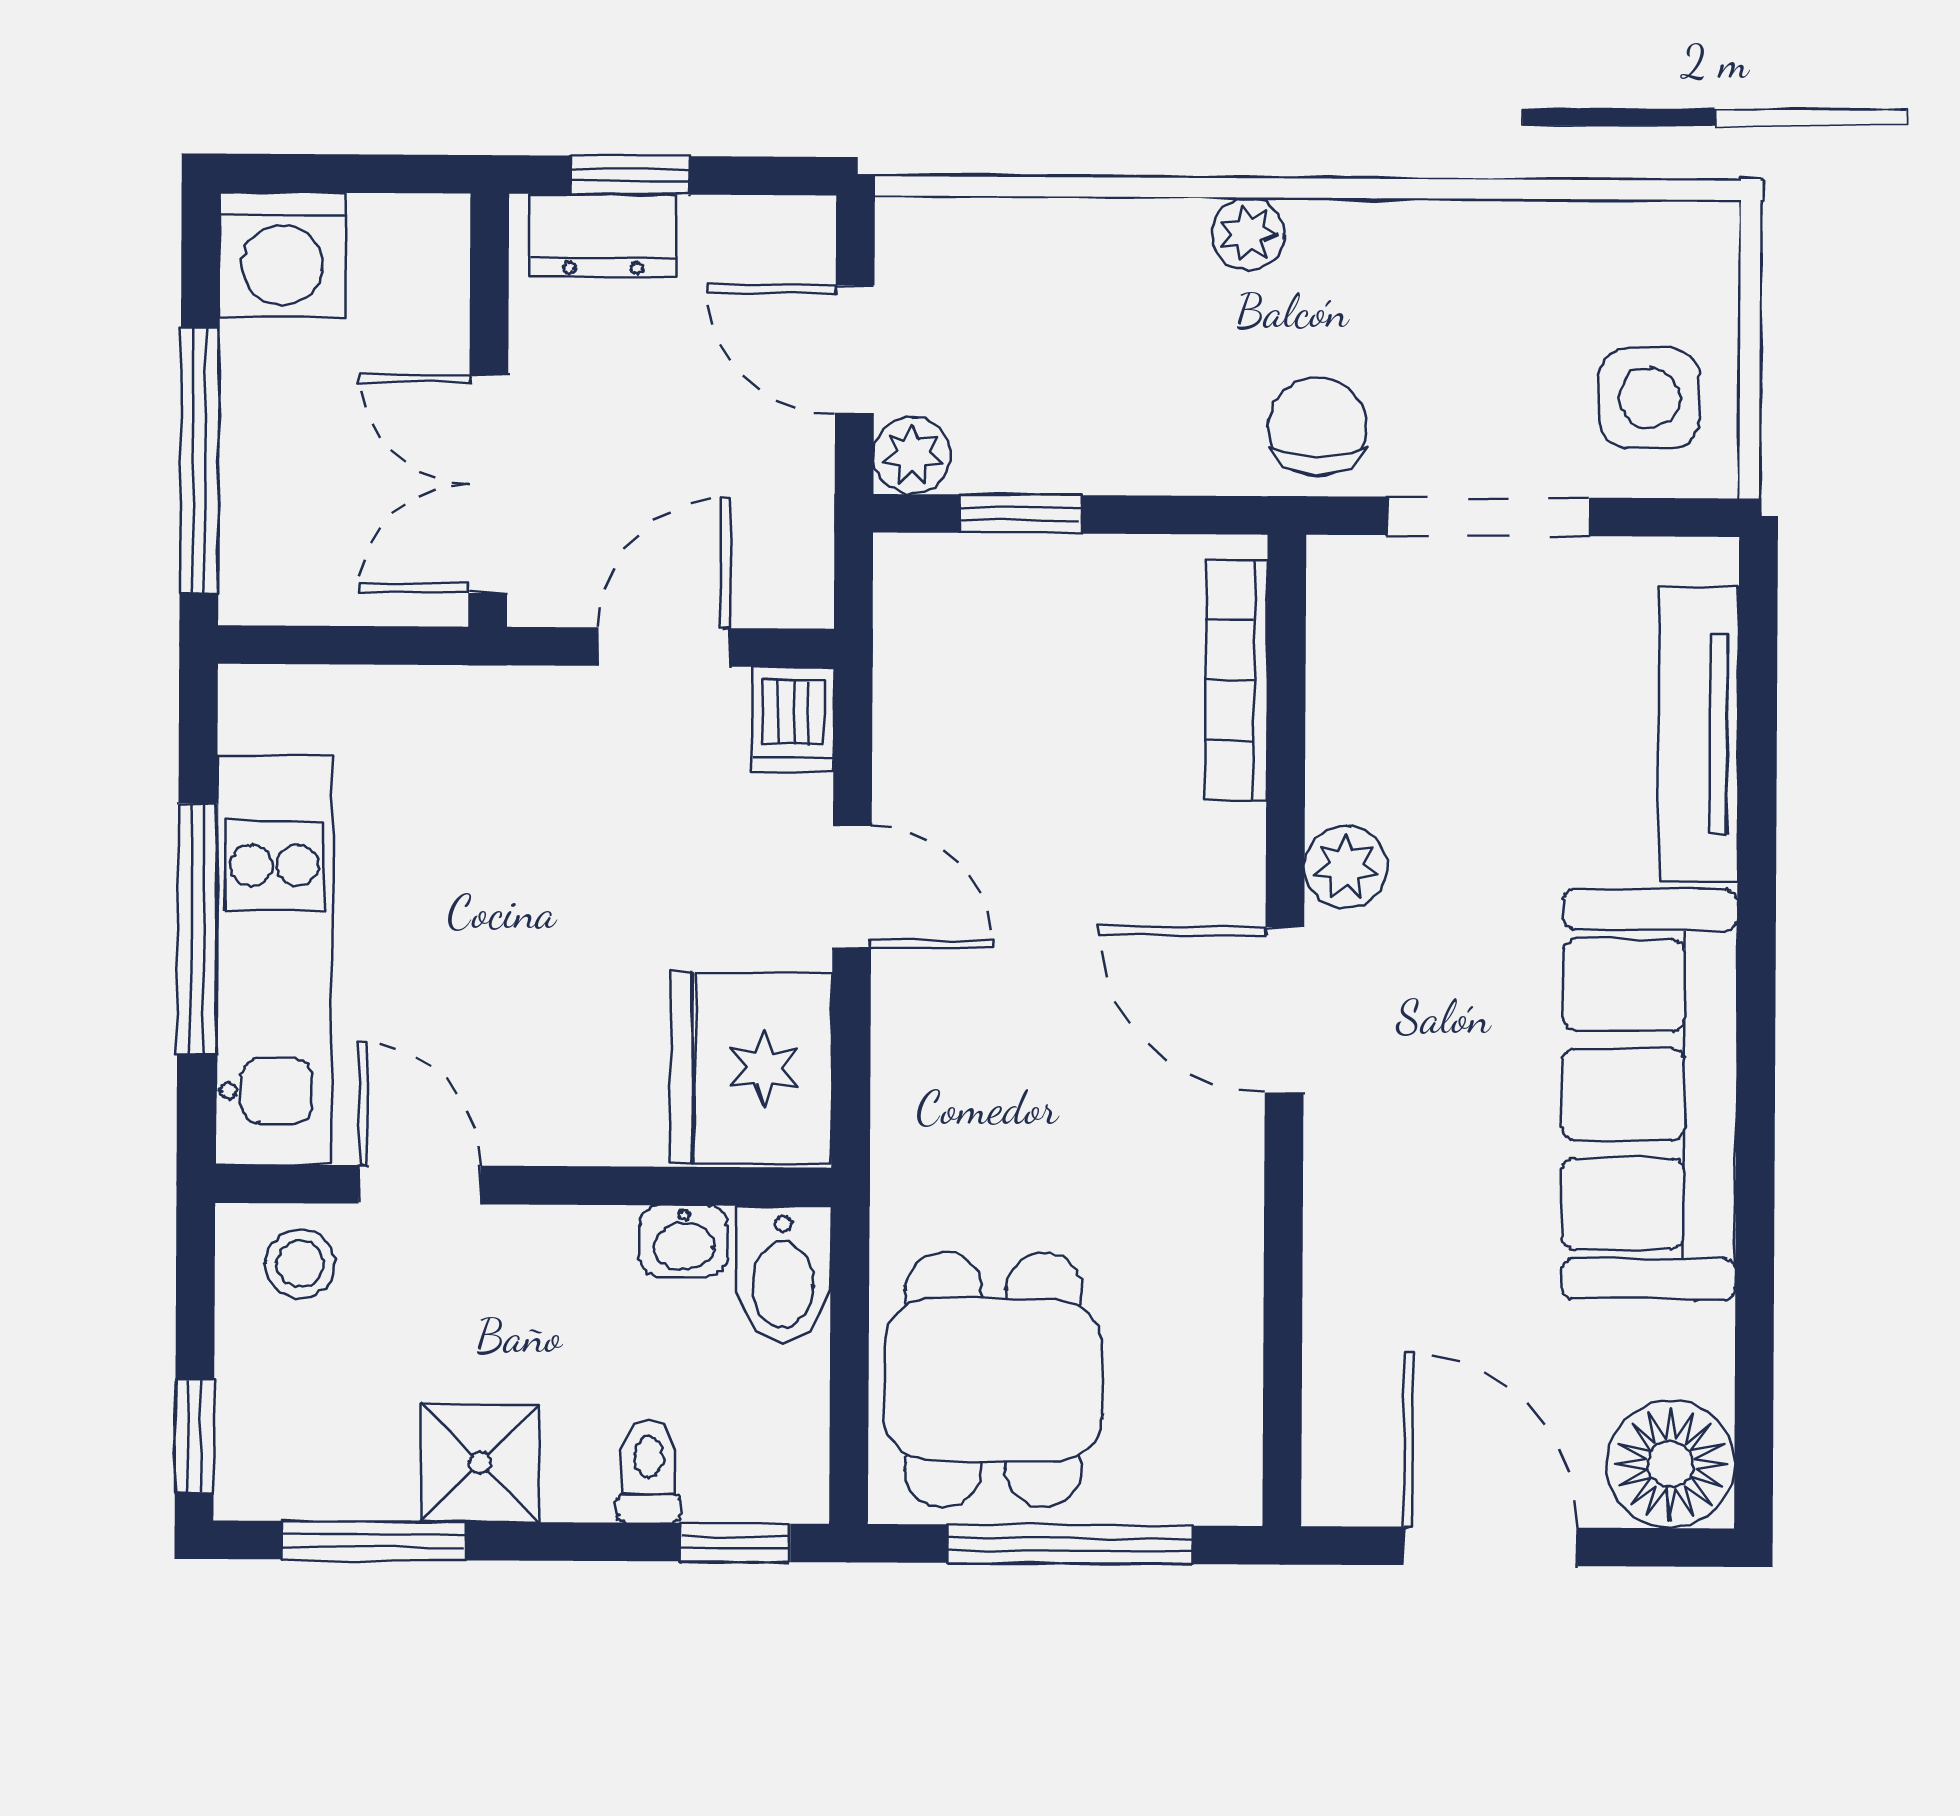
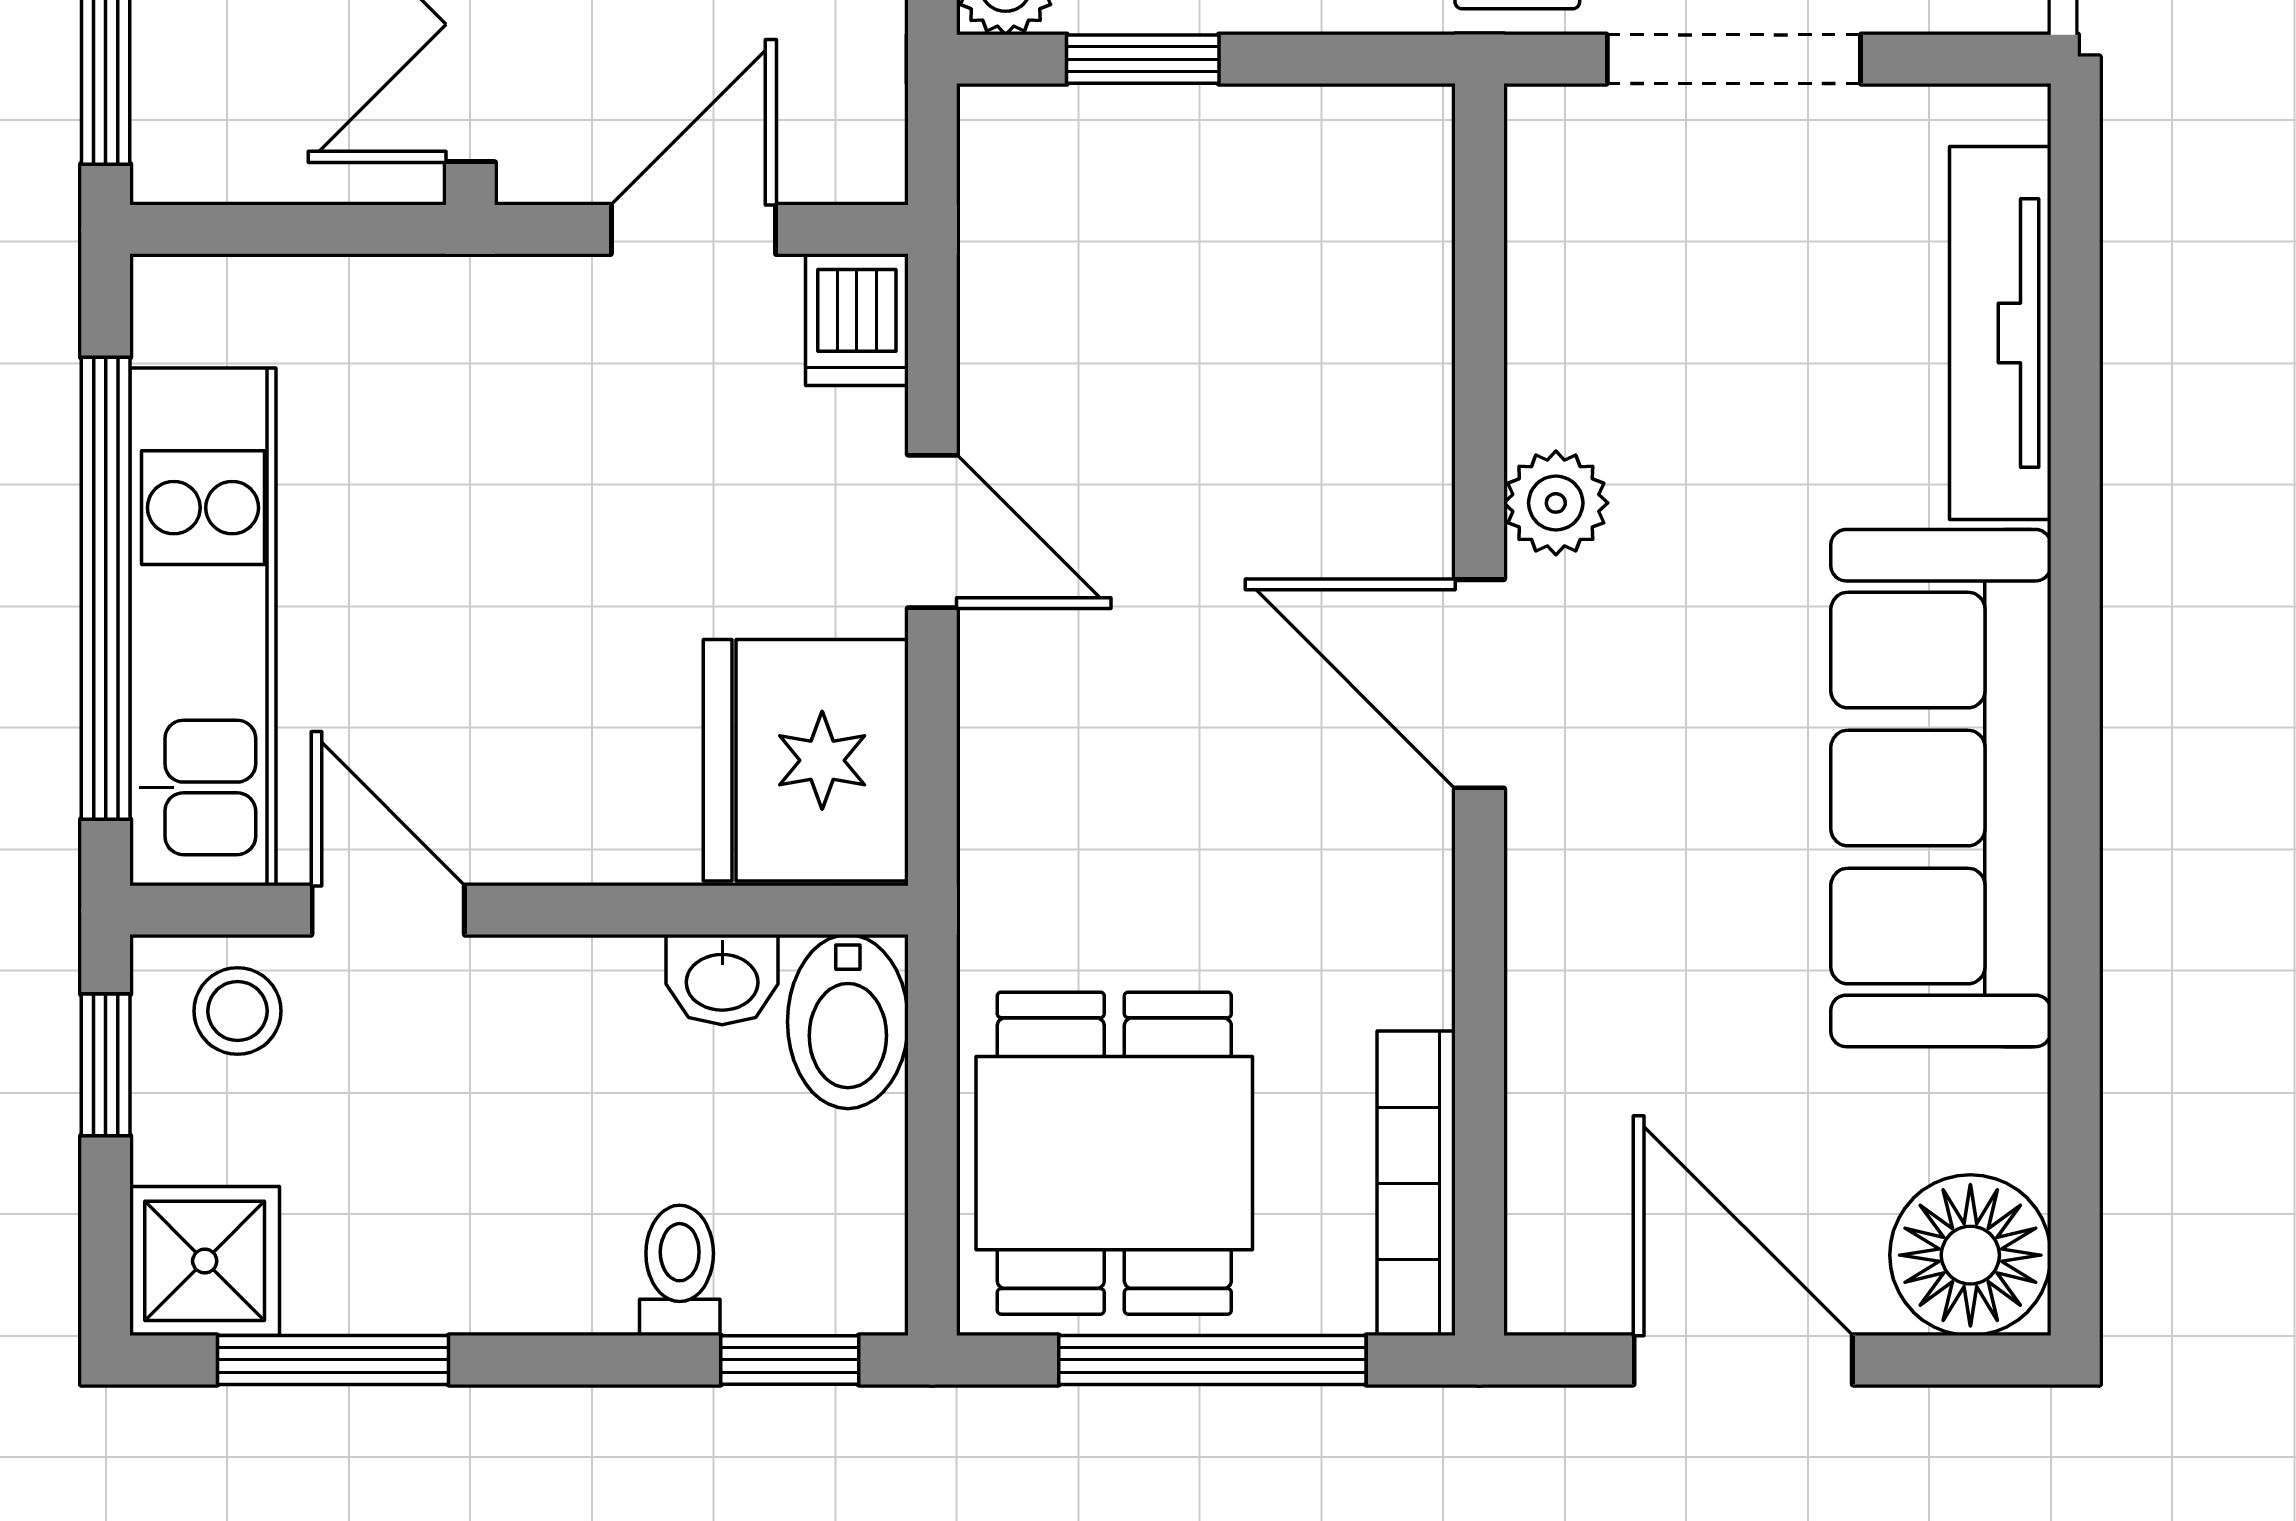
bookcase: (1236, 680) -> (1416, 1183), moved
window: (197, 929) -> (106, 588), width x1.46
window: (194, 1436) -> (106, 1065), moved
shower: (480, 1463) -> (205, 1261), moved

